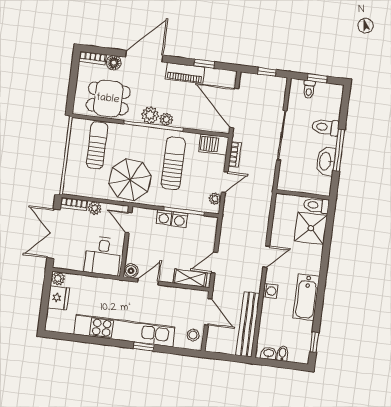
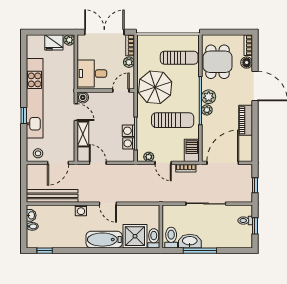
window: (204, 64) -> (255, 135), removed
toilet: (325, 127) -> (171, 238), moved
washing machine: (164, 217) -> (129, 143), moved
shelving: (190, 278) -> (83, 134), moved
bathtub: (306, 297) -> (104, 240), moved

